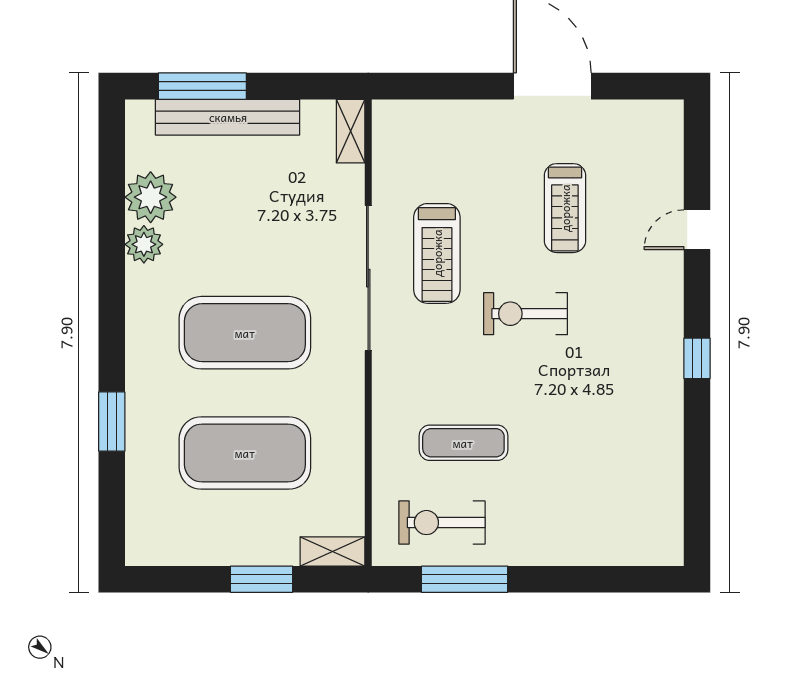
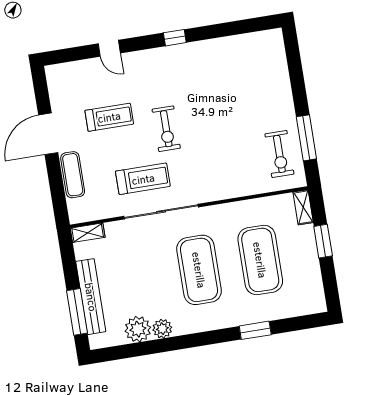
exercise mat: (463, 443) -> (73, 175), moved

